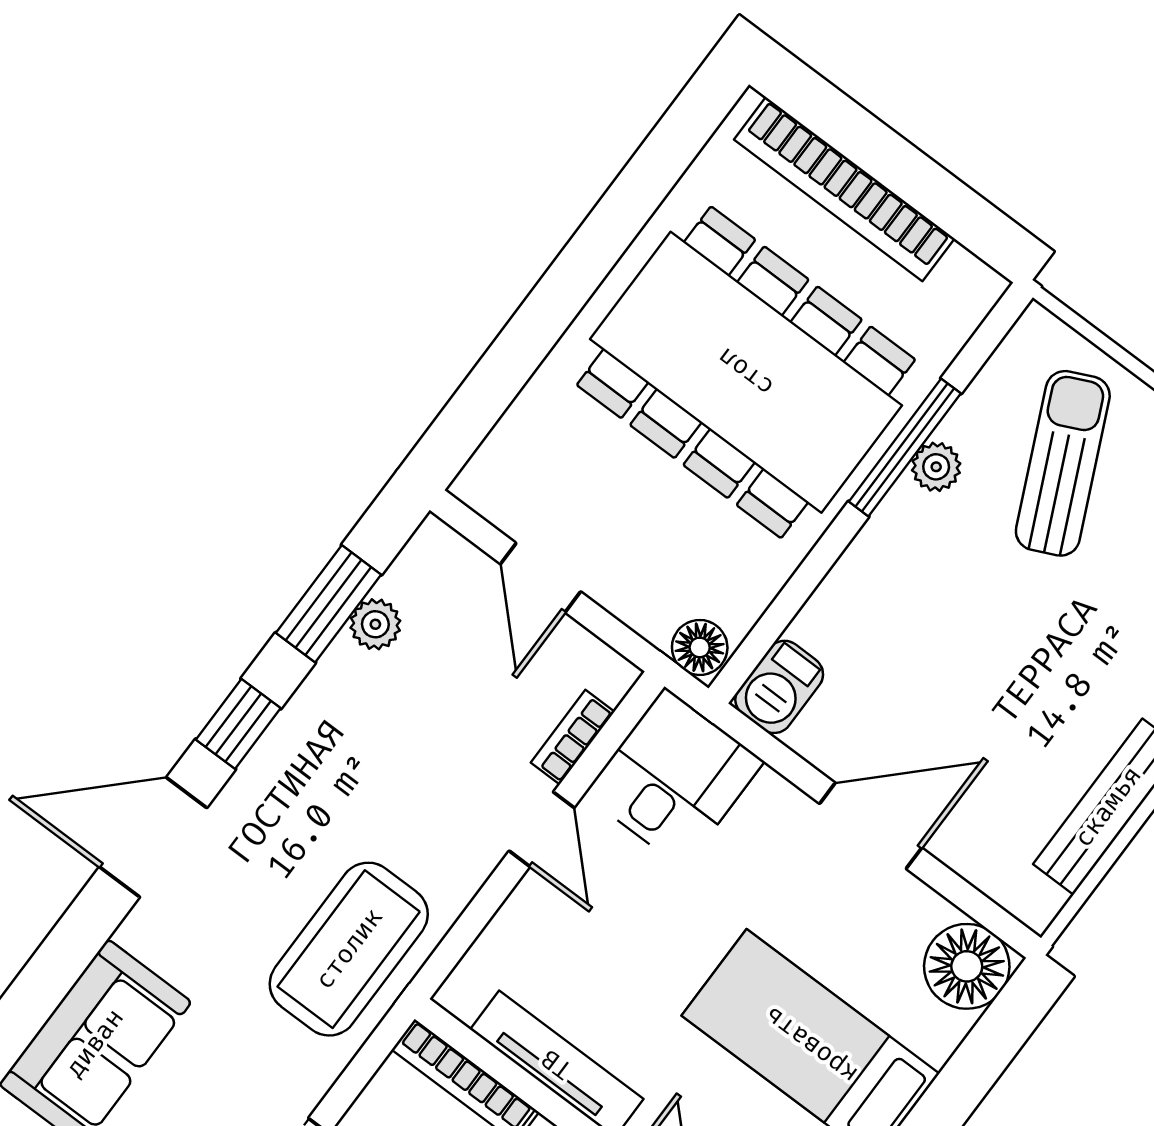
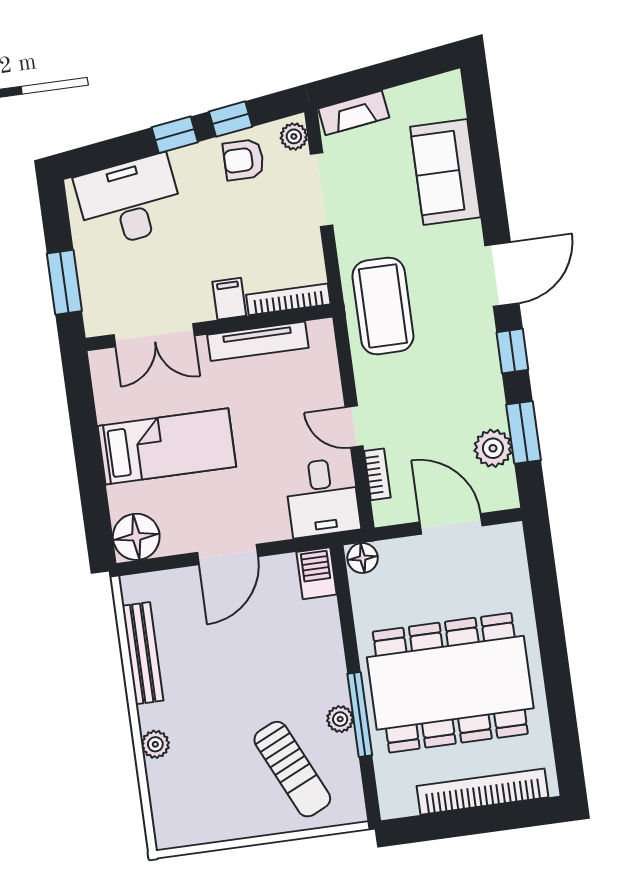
door: (541, 578) -> (451, 524), width x1.38
plant: (375, 624) -> (493, 448), width x1.38, depth x1.38

